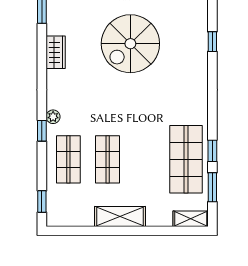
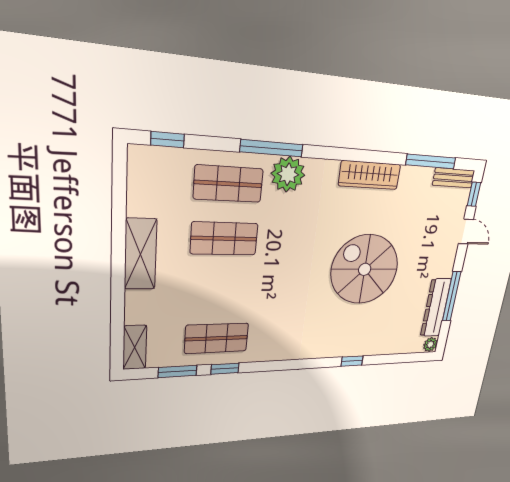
wardrobe: (56, 52) -> (370, 175), width x1.50
plant: (53, 117) -> (288, 174), width x1.88, depth x1.88
window: (42, 131) -> (272, 148), width x2.17
shop shelf: (186, 159) -> (217, 338), width x0.70, depth x0.74

